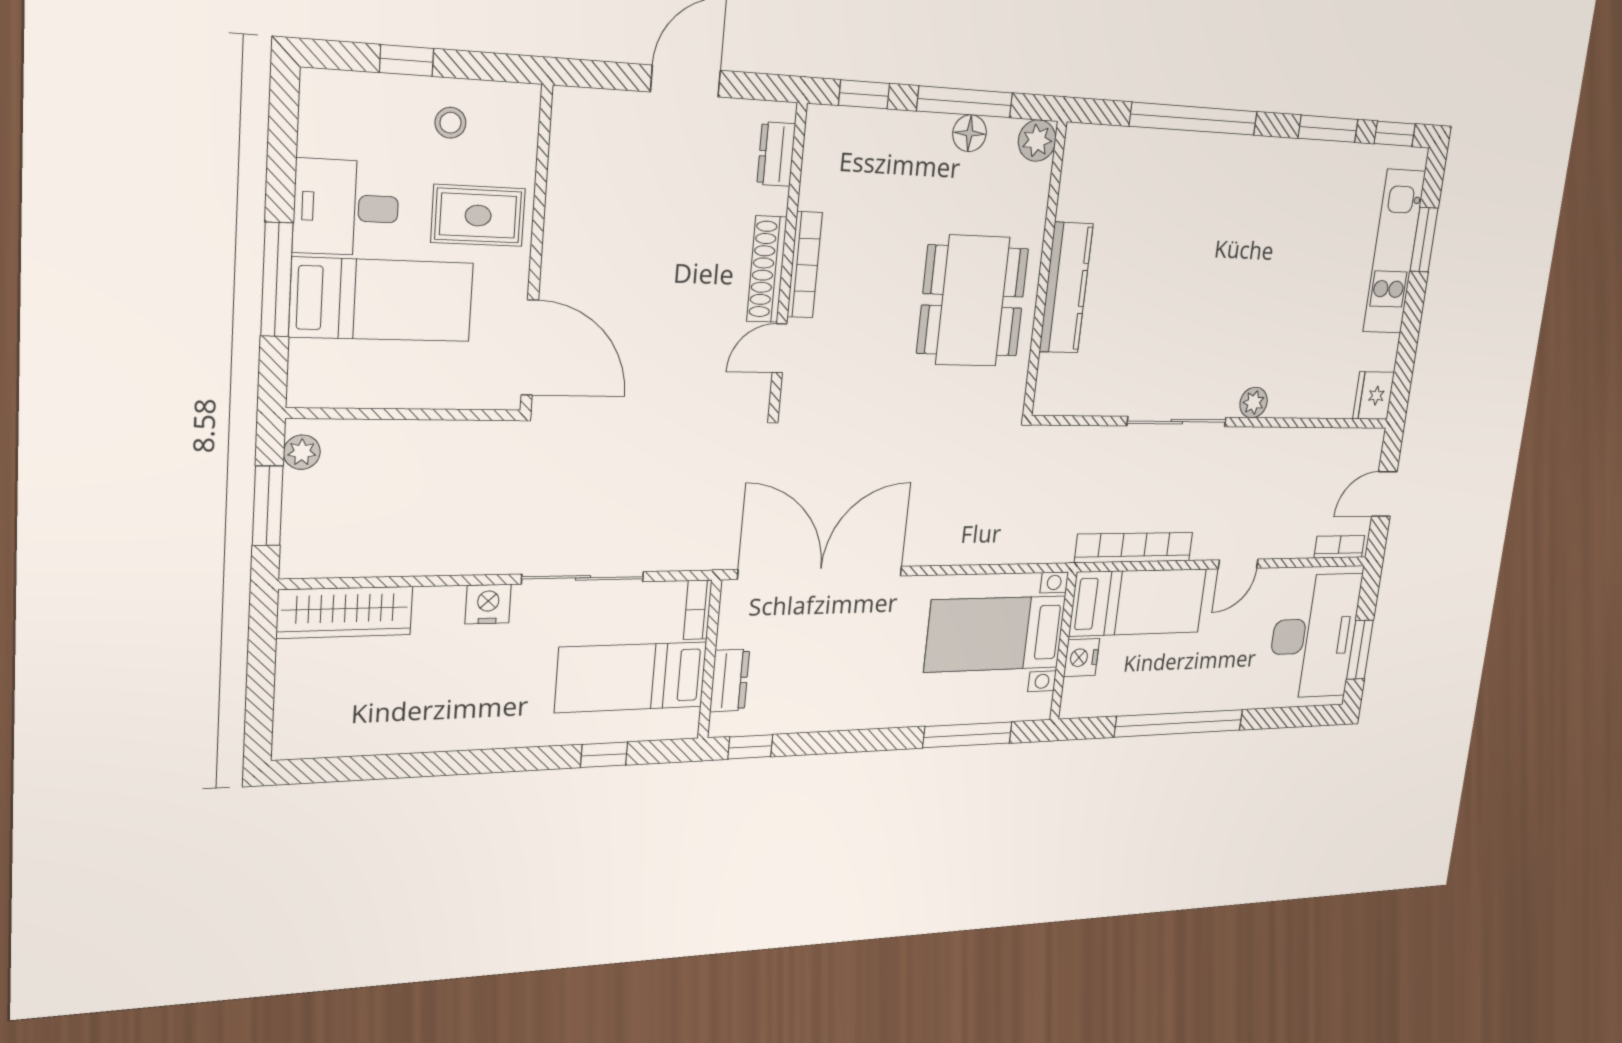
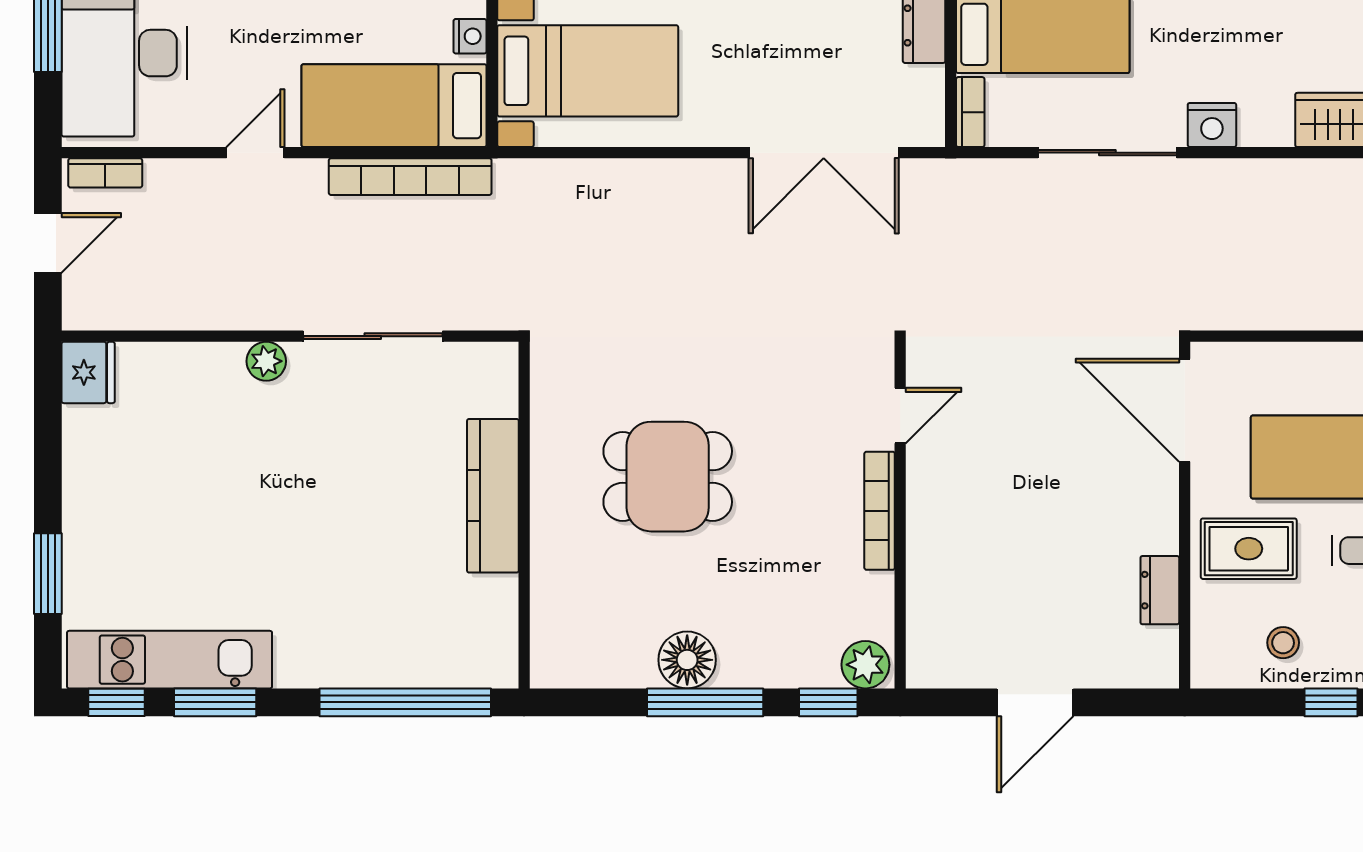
floor lamp: (970, 133) -> (687, 660), width x1.38, depth x1.38
plant: (1037, 140) -> (865, 665), moved
dresser: (776, 154) -> (1160, 590), moved, turned 180
kitchen unit: (1394, 252) -> (170, 660), moved, turned -90
shoe rack: (767, 269) -> (924, 504), removed
wall: (1045, 271) -> (524, 515), moved
kitchen counter: (1066, 288) -> (493, 496), moved
dining table: (973, 301) -> (668, 477), width x0.73
double door: (821, 573) -> (824, 153), width x0.73
nightstand: (1081, 658) -> (470, 36), width x0.72, depth x0.74

